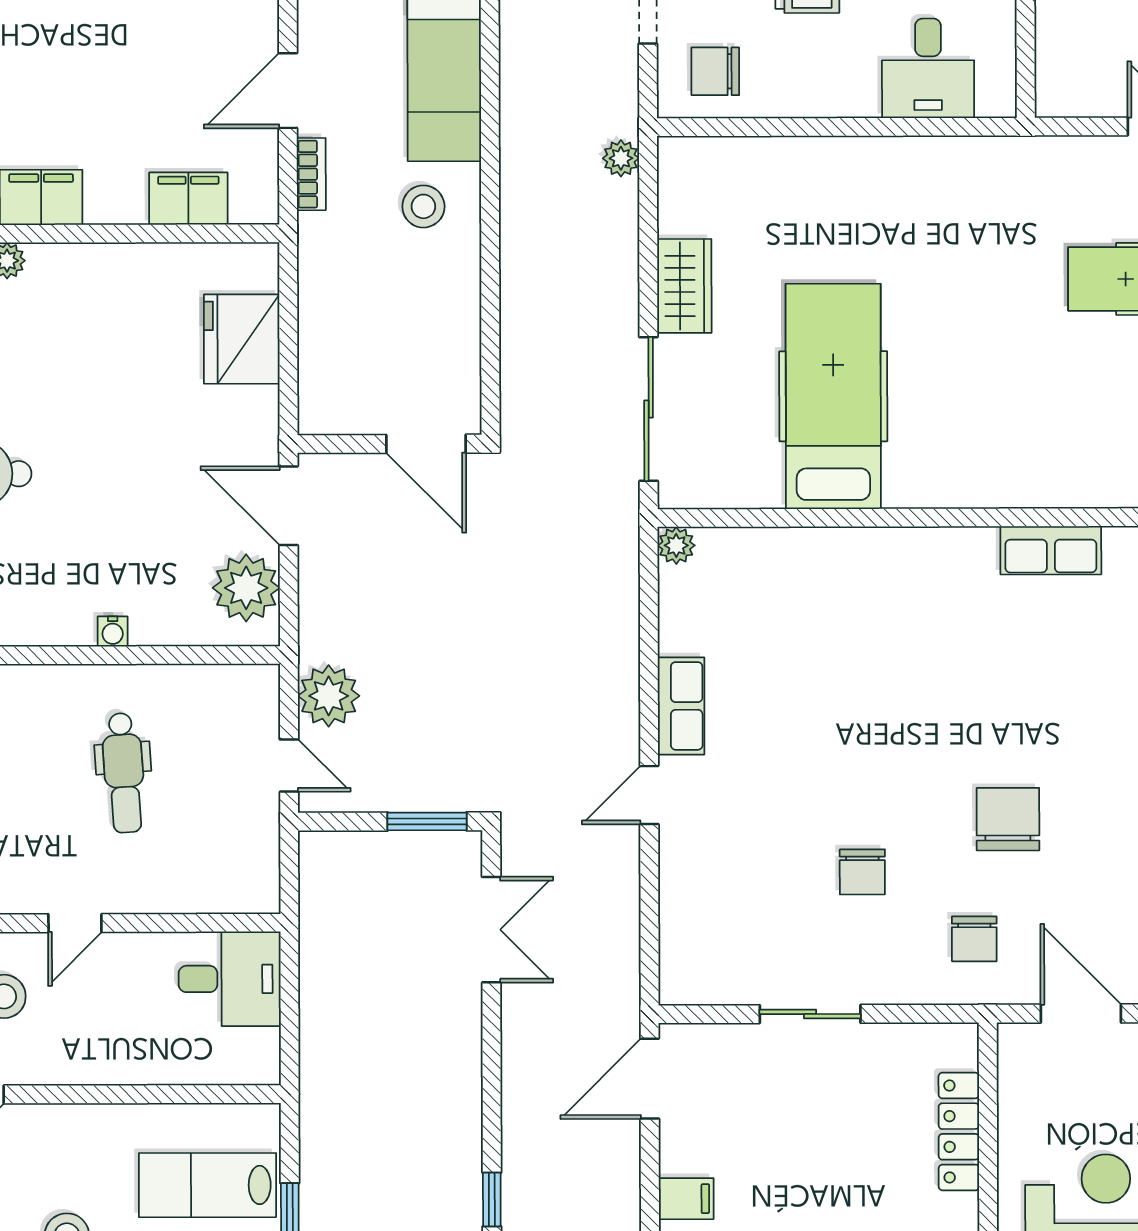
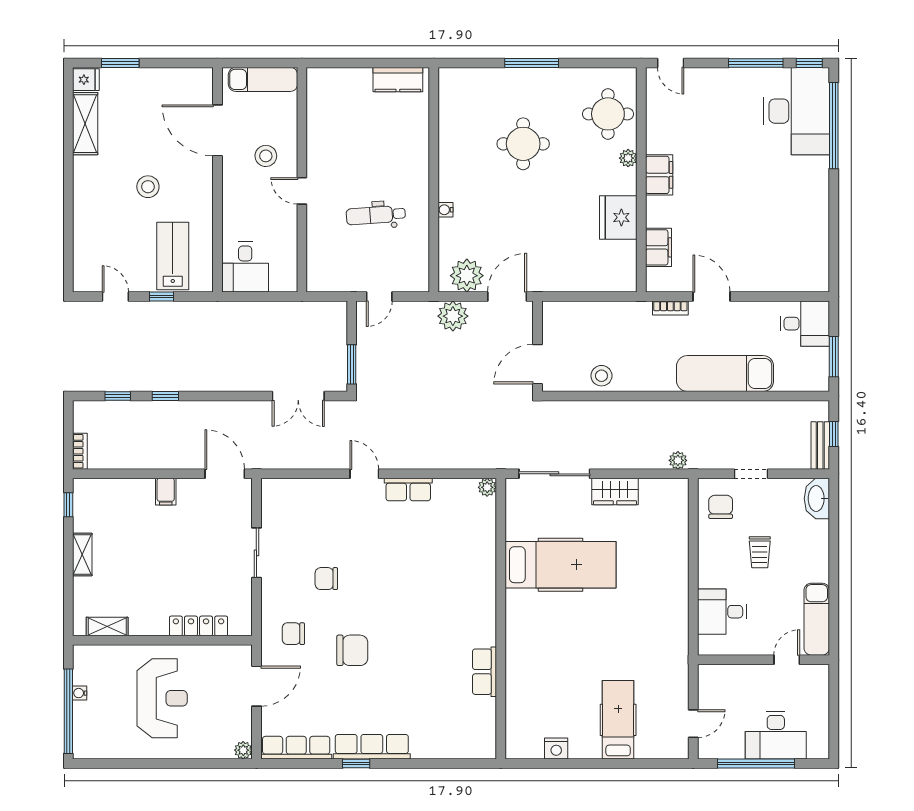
stool: (423, 206) -> (601, 376), moved
fridge: (242, 339) -> (618, 217), moved, turned -90
plant: (329, 696) -> (453, 316), moved
desk: (230, 979) -> (245, 267), moved

